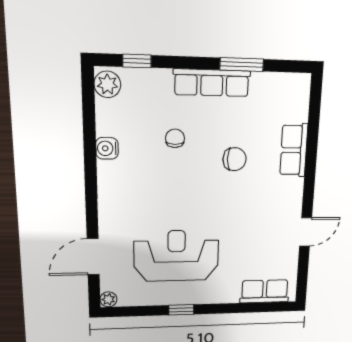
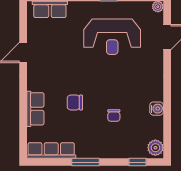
window: (242, 65) -> (85, 162), moved
row of seats: (212, 83) -> (51, 150), moved

